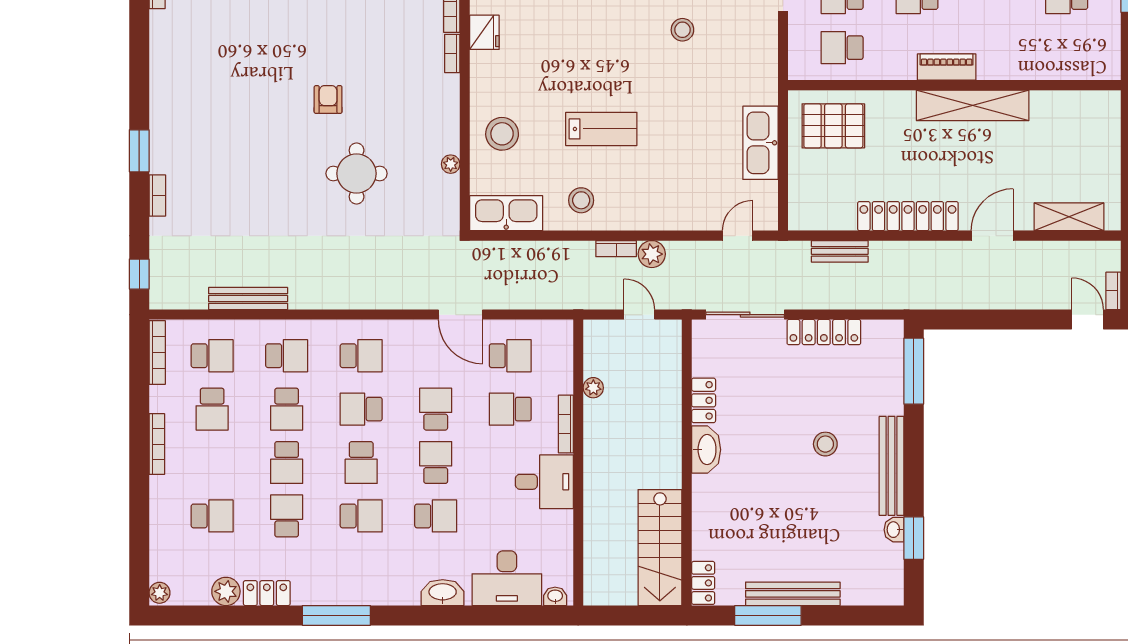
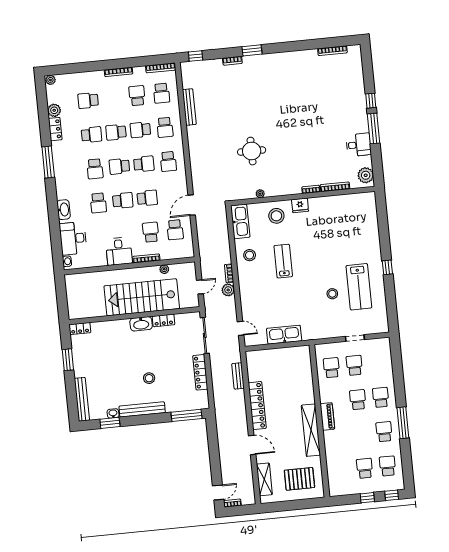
fridge: (484, 32) -> (300, 205), moved
armchair: (328, 99) -> (284, 135), removed
pallet: (833, 126) -> (299, 479), moved, turned 90
lab bench: (601, 129) -> (283, 261), turned 180
school desk: (212, 409) -> (137, 96), turned 90
school desk: (361, 409) -> (144, 164), turned 90
school desk: (212, 516) -> (88, 101), turned 90
stairs: (660, 548) -> (142, 297), moved, width x1.36, depth x1.51
bench: (793, 594) -> (82, 399), moved
window: (768, 615) -> (68, 360), width x0.69

